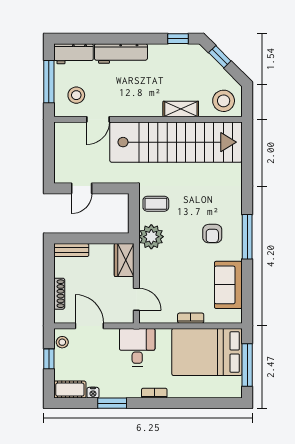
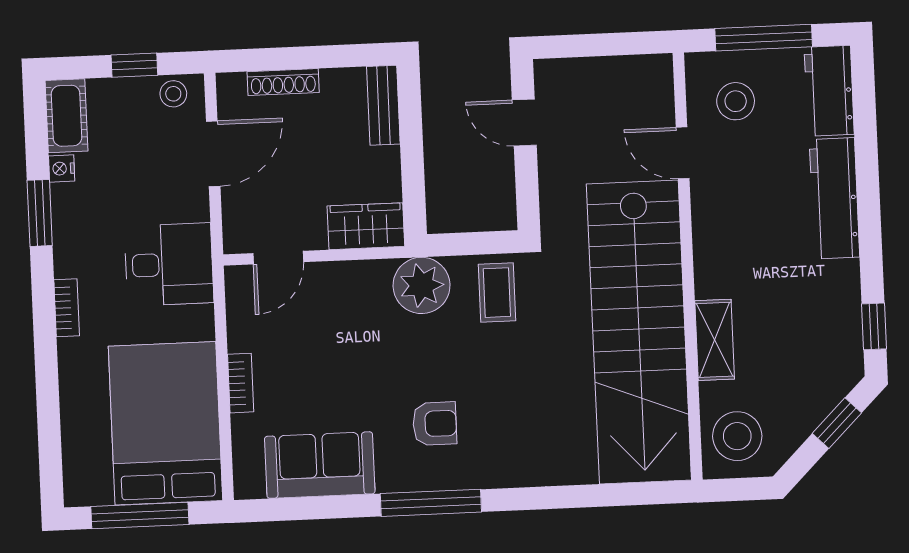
armchair: (212, 234) -> (435, 424), turned 180

